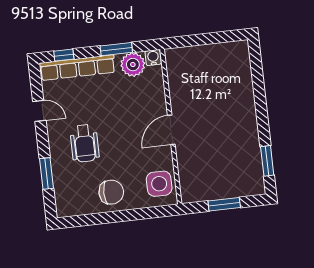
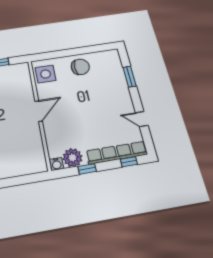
window: (116, 49) -> (87, 169), width x0.67
wheelchair: (85, 143) -> (104, 98), removed
chair: (111, 192) -> (80, 67), turned 180

